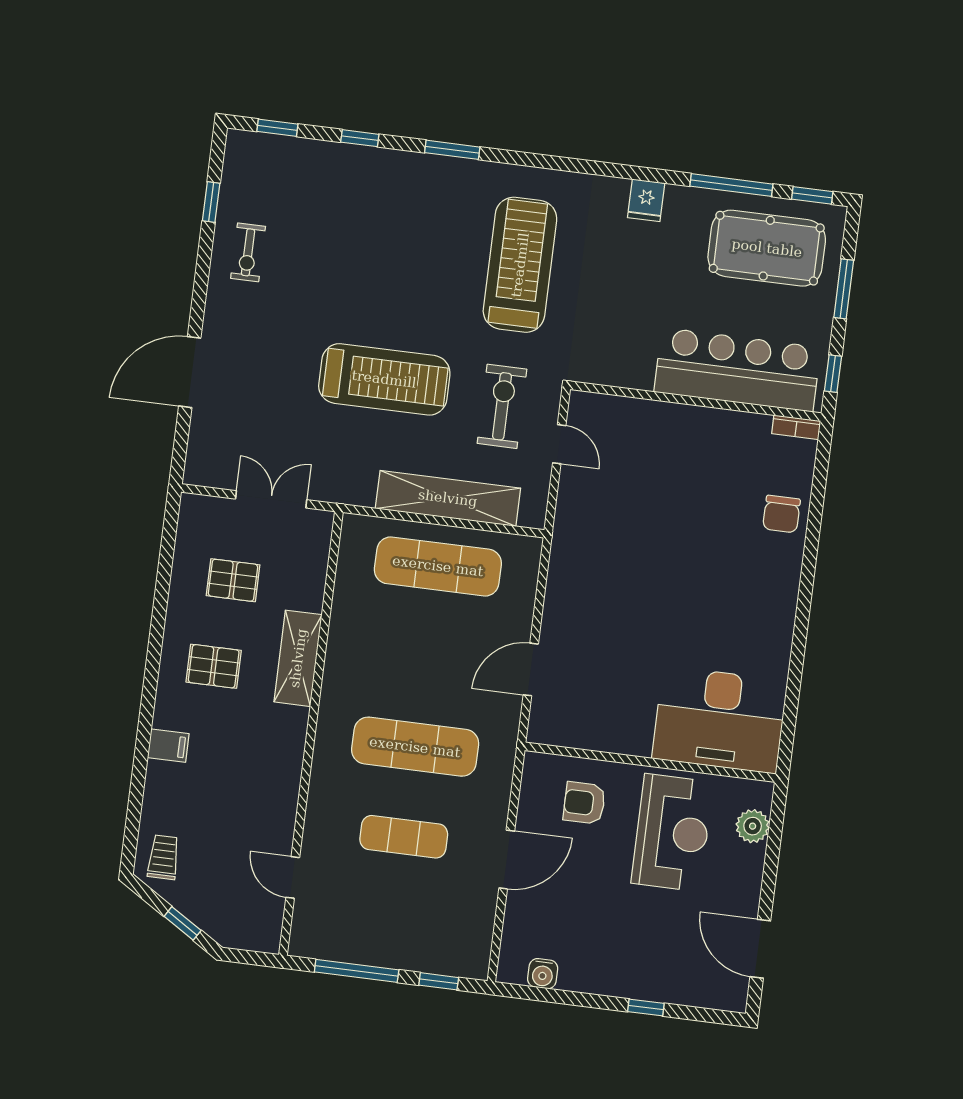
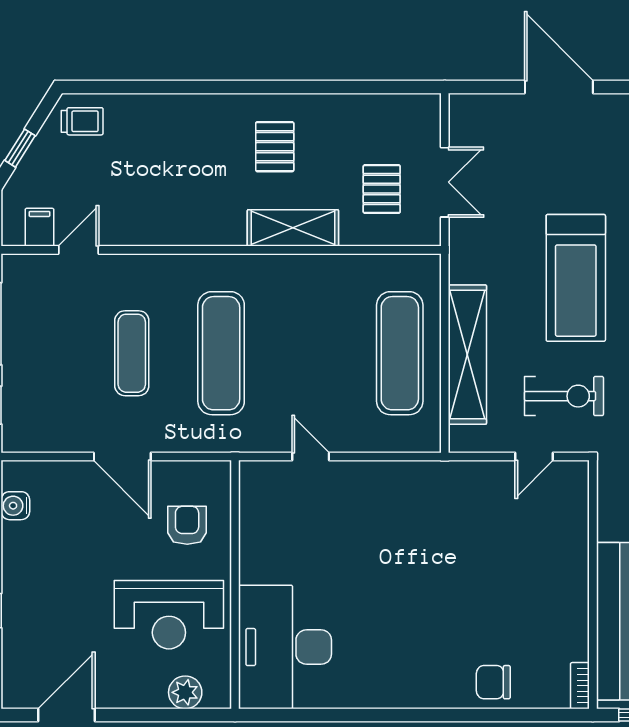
pallet: (233, 580) -> (382, 189), moved
door: (531, 669) -> (311, 457), width x0.73
filing cabinet: (168, 746) -> (39, 227), moved, turned 180

